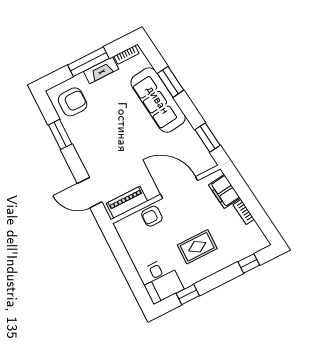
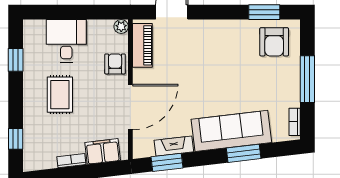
fireplace: (101, 70) -> (174, 146), moved, turned 83
window: (60, 134) -> (264, 12), moved
plant: (121, 226) -> (121, 27), added
desk: (161, 280) -> (66, 41), moved, turned 90

